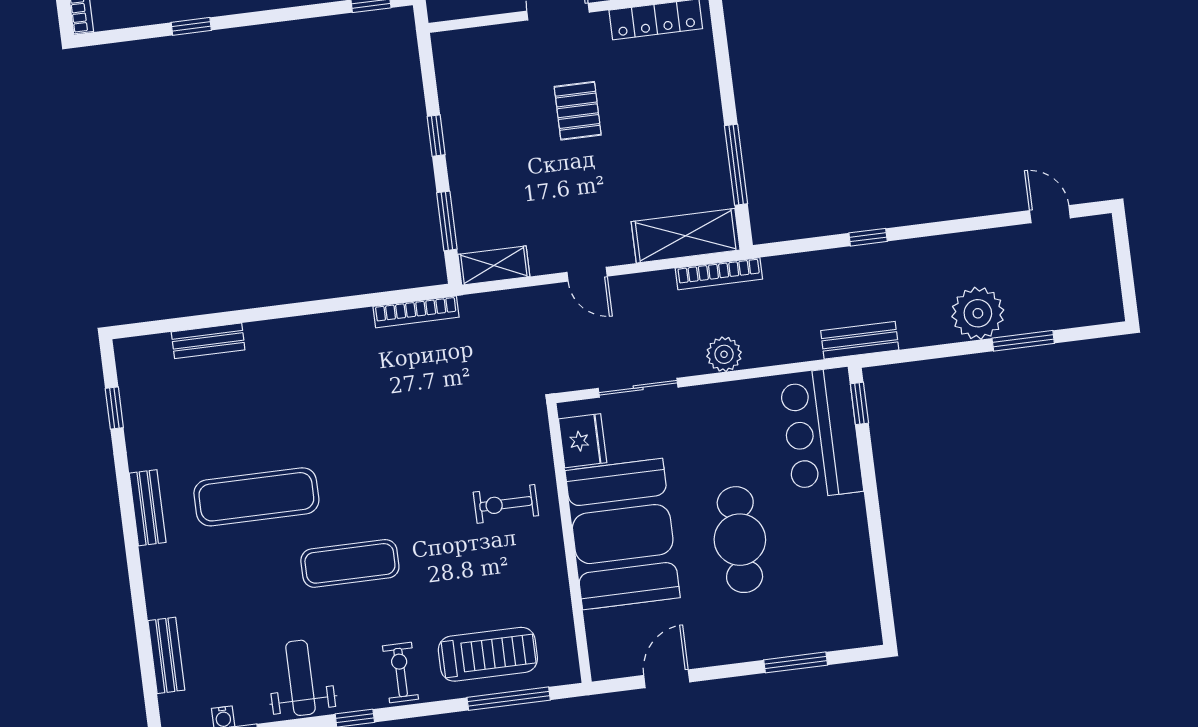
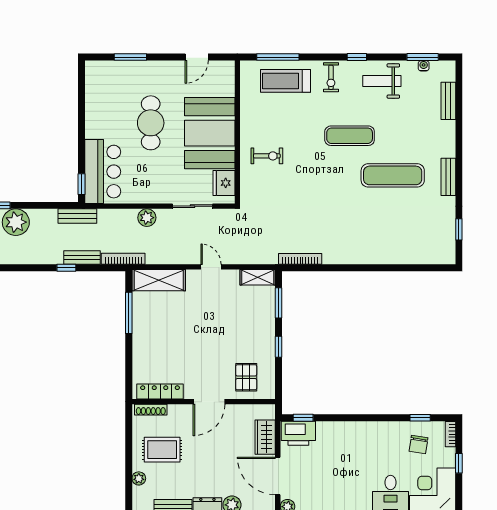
window: (191, 26) -> (420, 418), moved
pallet: (578, 111) -> (246, 377), moved
bookcase: (719, 274) -> (123, 259), moved
bench: (208, 341) -> (82, 257), moved
weight bench: (301, 678) -> (382, 81), turned 90

